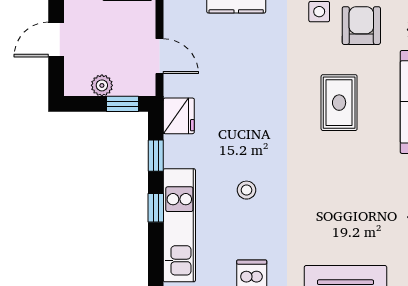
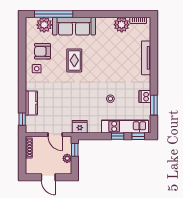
door: (160, 56) -> (55, 135), swing flipped
rug: (339, 103) -> (74, 60), turned 90
window: (156, 156) -> (138, 136), moved

